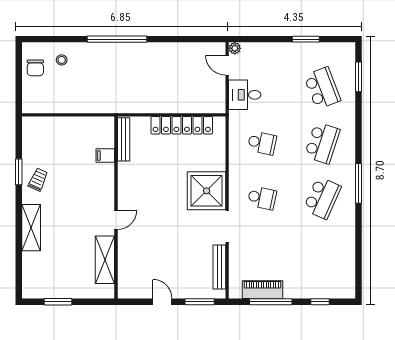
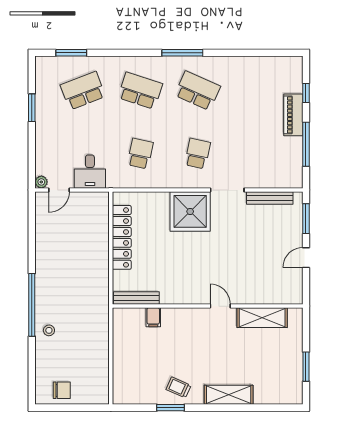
stool: (62, 60) -> (49, 330), moved
piano: (262, 290) -> (293, 115), moved

